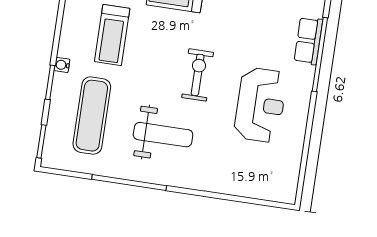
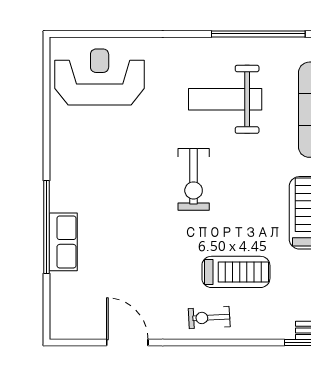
reception desk: (260, 105) -> (100, 77), moved, turned 90

